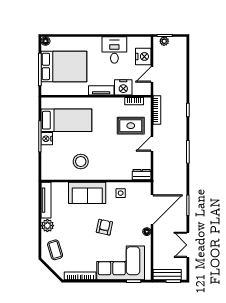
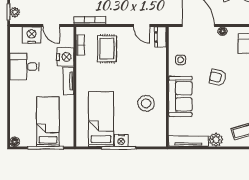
bed: (64, 66) -> (48, 122), width x0.67
door: (152, 144) -> (142, 26), moved

